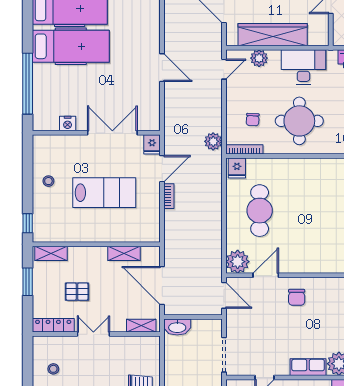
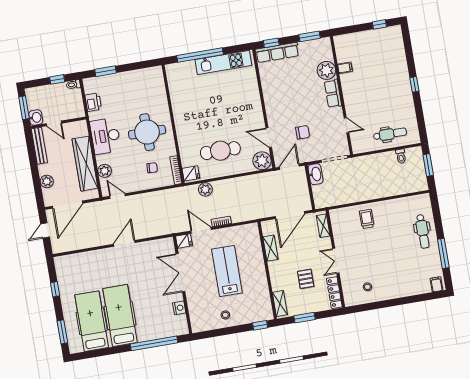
plant: (213, 141) -> (205, 189), moved
chair: (297, 297) -> (303, 132), moved
washbasin: (177, 327) -> (315, 174), moved

